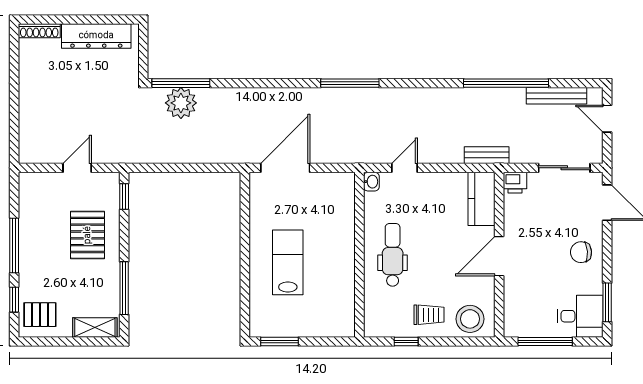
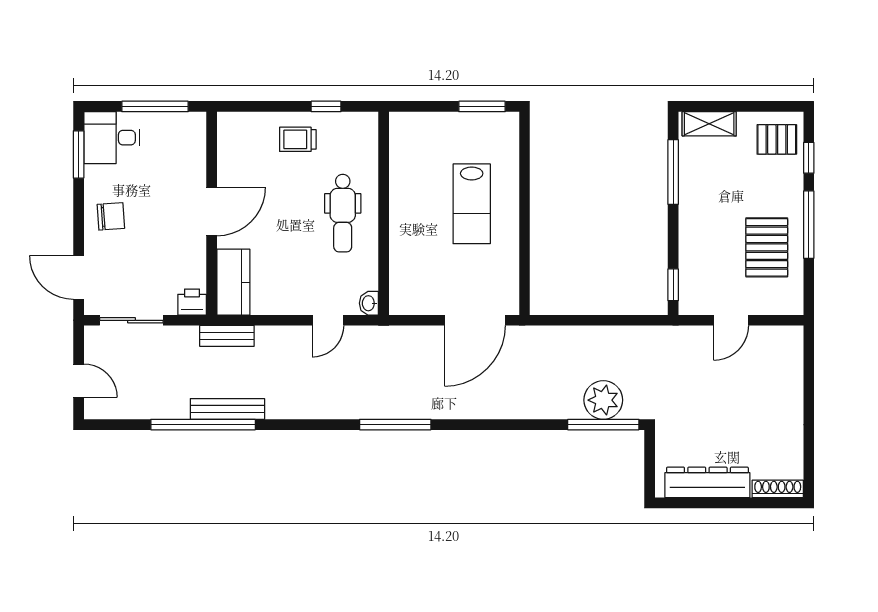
bench: (557, 96) -> (227, 409), moved
pallet: (88, 235) -> (767, 247), moved
stool: (470, 319) -> (247, 134), removed

